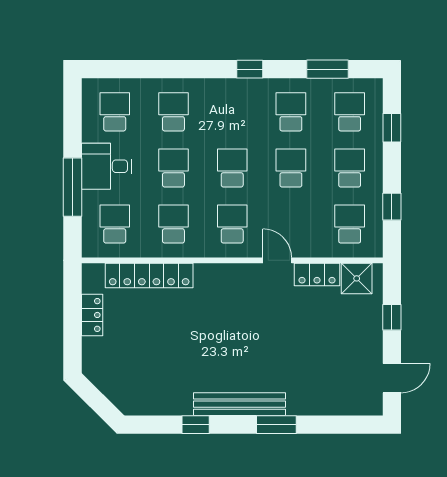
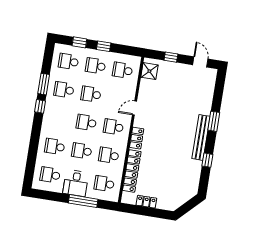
window: (328, 69) -> (44, 84), moved
window: (392, 207) -> (104, 46), moved
locker: (317, 274) -> (137, 138), moved

